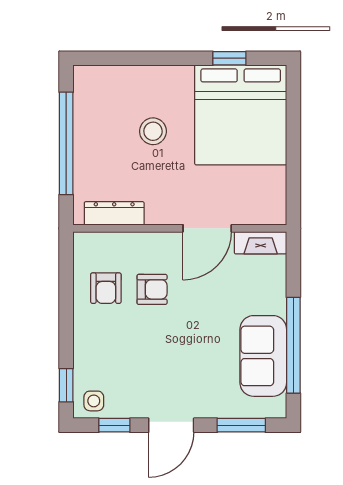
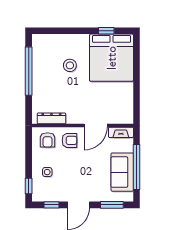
dresser: (114, 213) -> (51, 118), moved
wall: (180, 228) -> (83, 125), moved
door: (207, 228) -> (96, 125), moved
fireplace: (261, 243) -> (121, 132), moved
side table: (94, 401) -> (47, 172), moved

